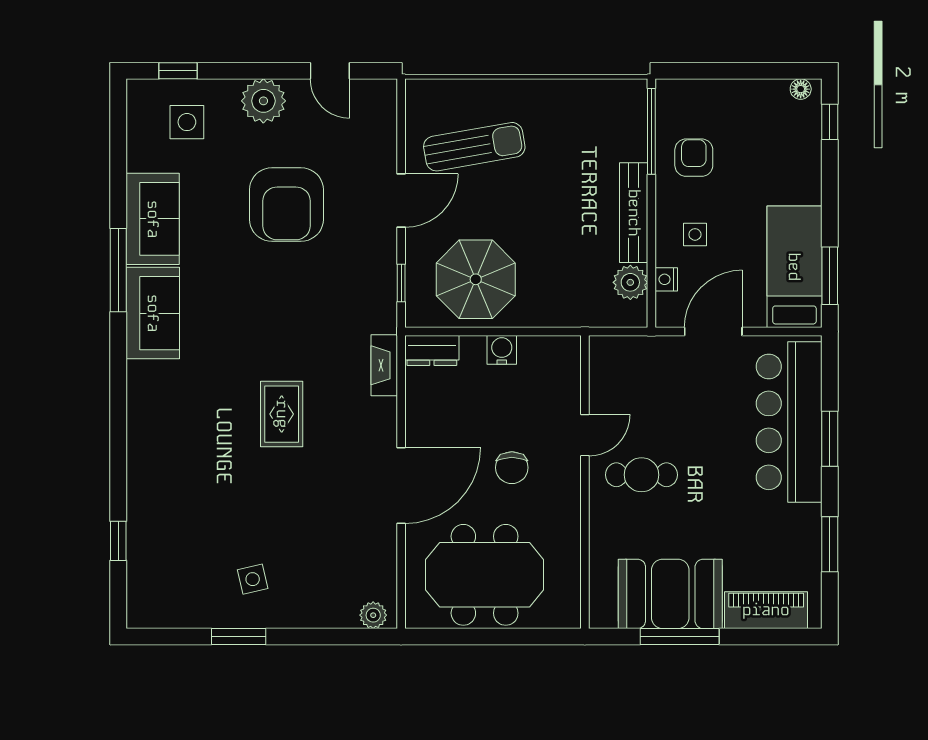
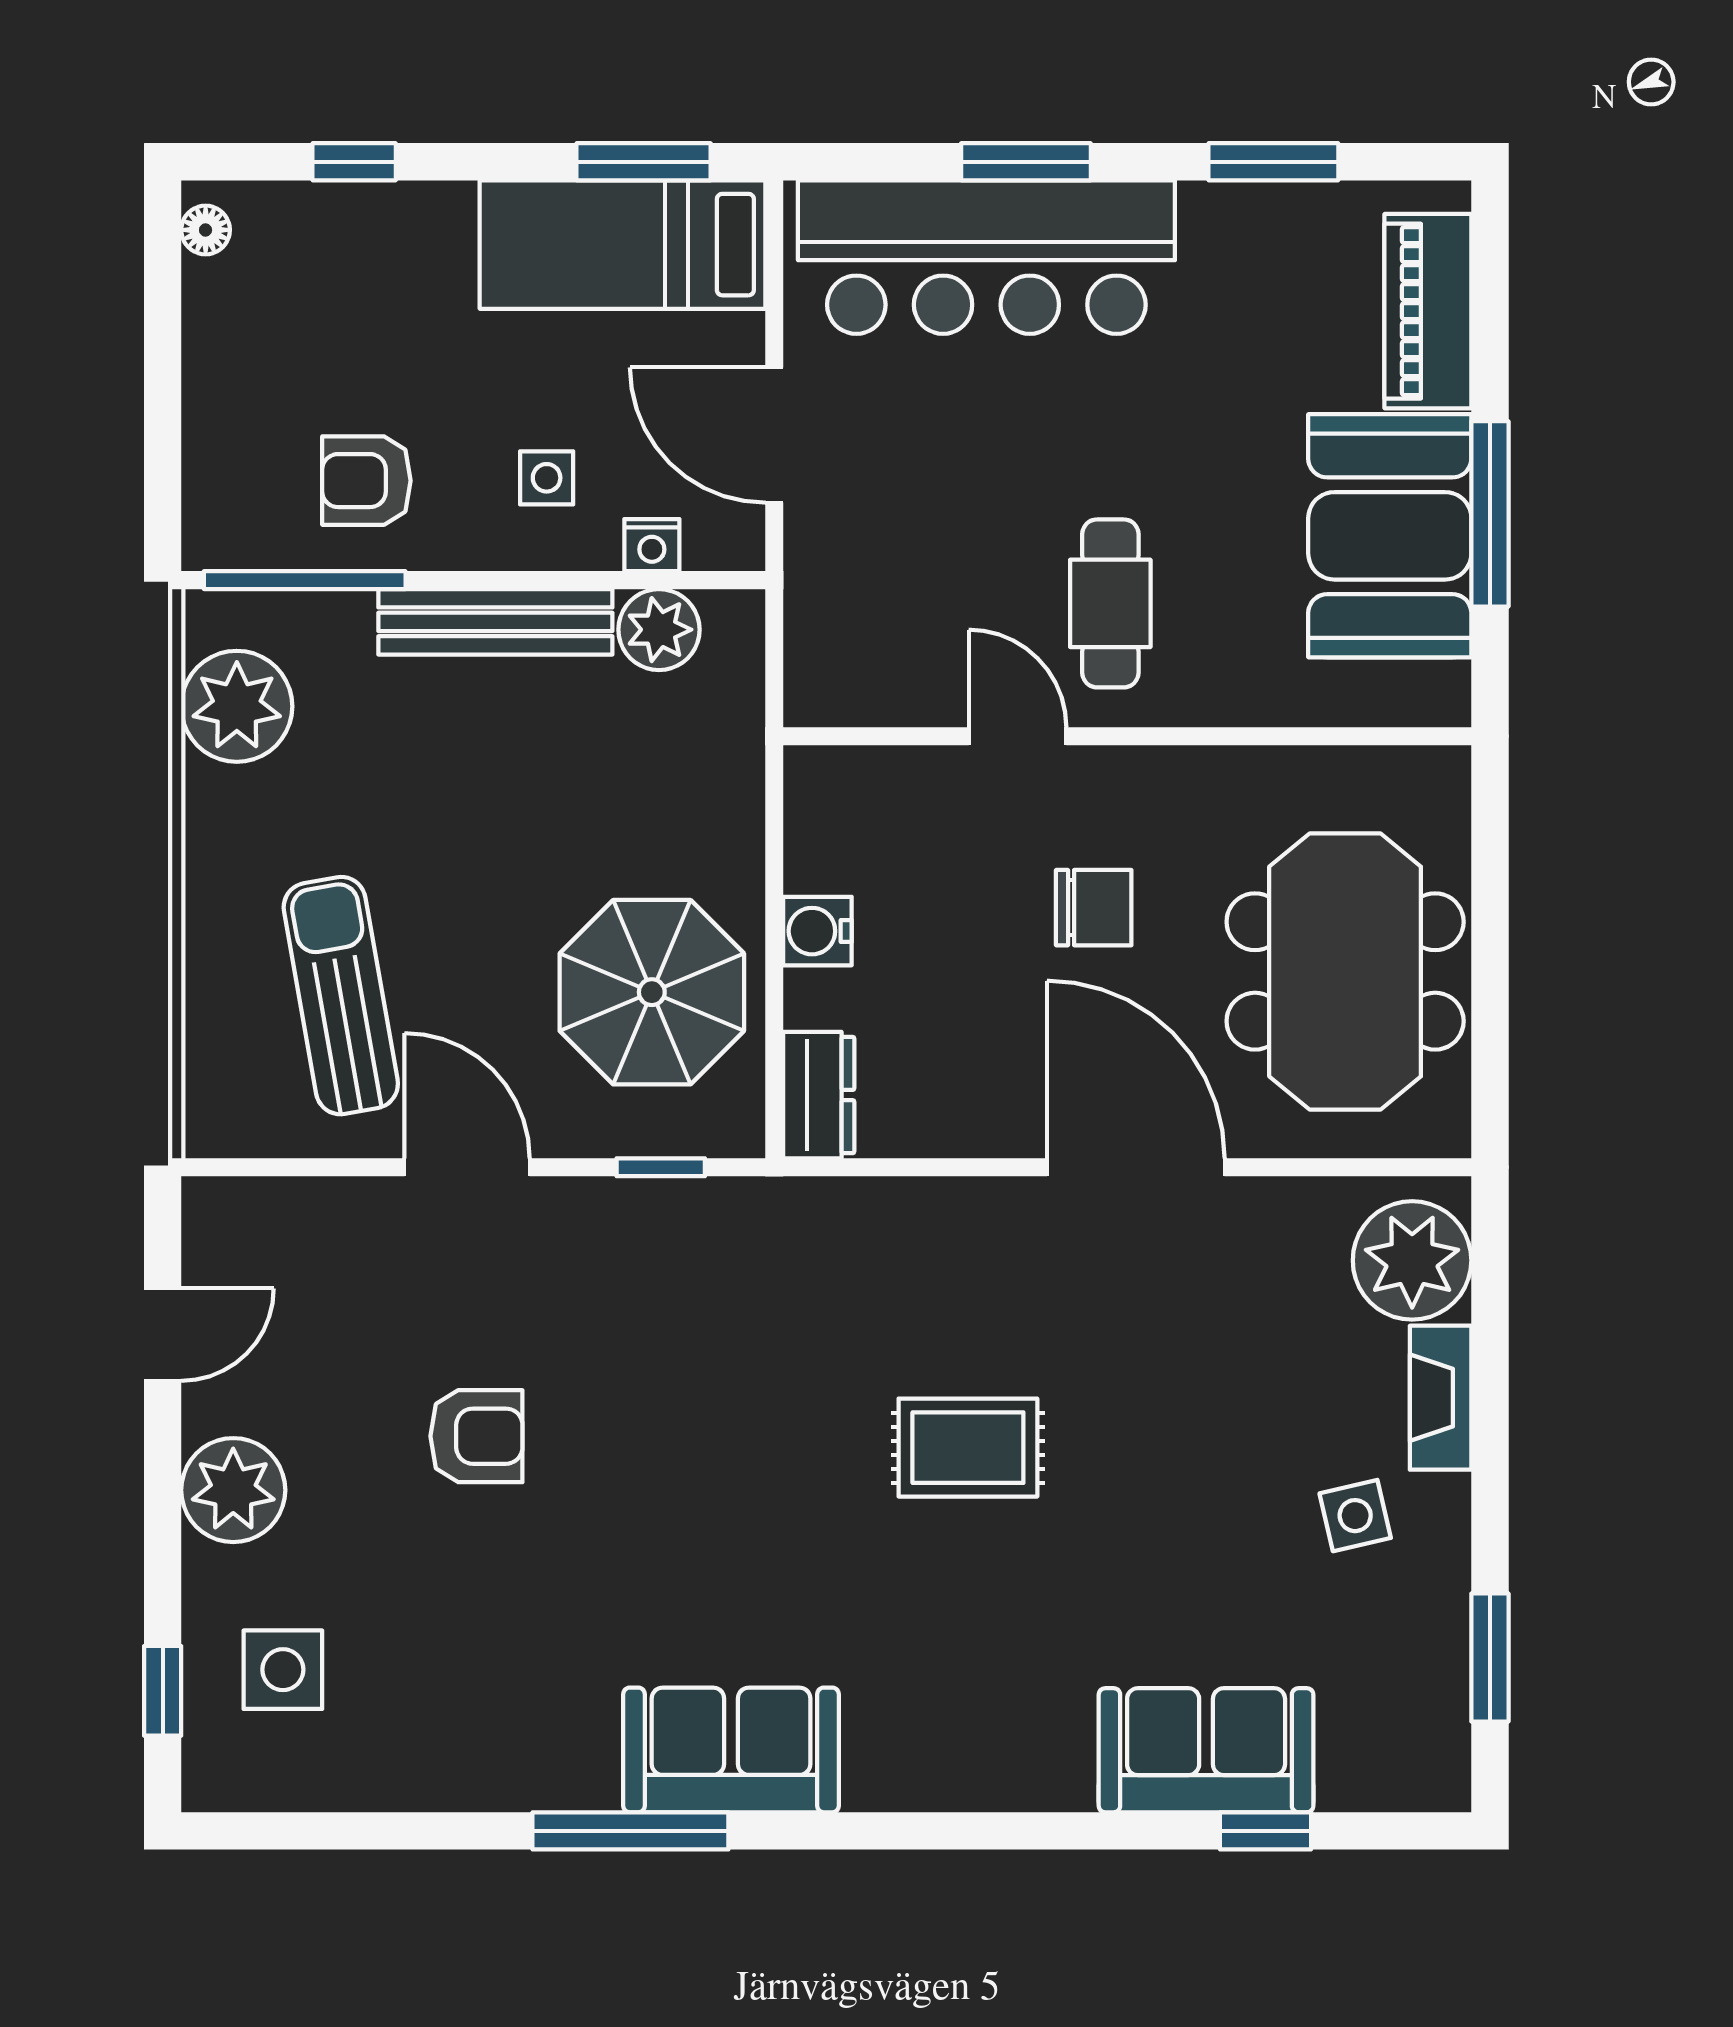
plant: (598, 102) -> (237, 706), added
window: (830, 122) -> (354, 162), moved
armchair: (286, 205) -> (476, 1436), width x0.53, depth x0.53
sofa: (153, 219) -> (1206, 1750), moved
fireplace: (384, 365) -> (1441, 1398), moved, turned 90
plant: (373, 615) -> (1412, 1260), width x1.87, depth x1.87
window: (239, 637) -> (1490, 1657), moved

